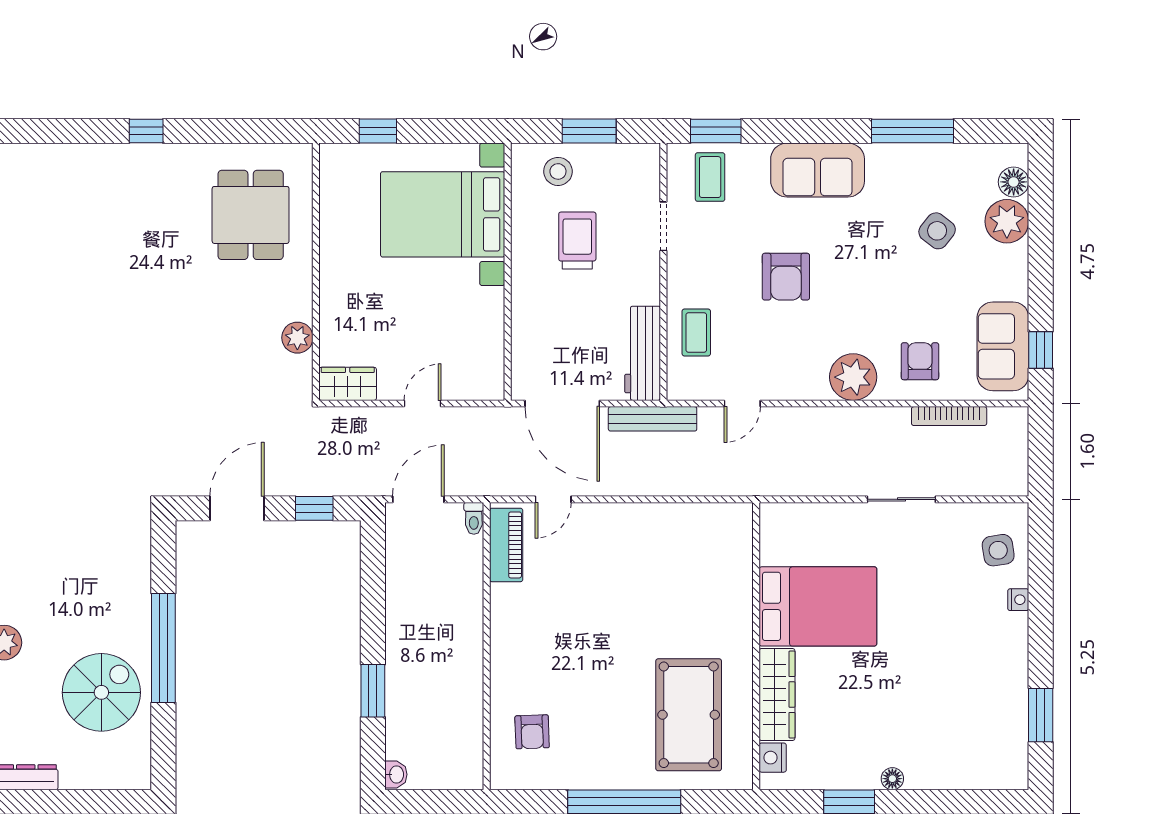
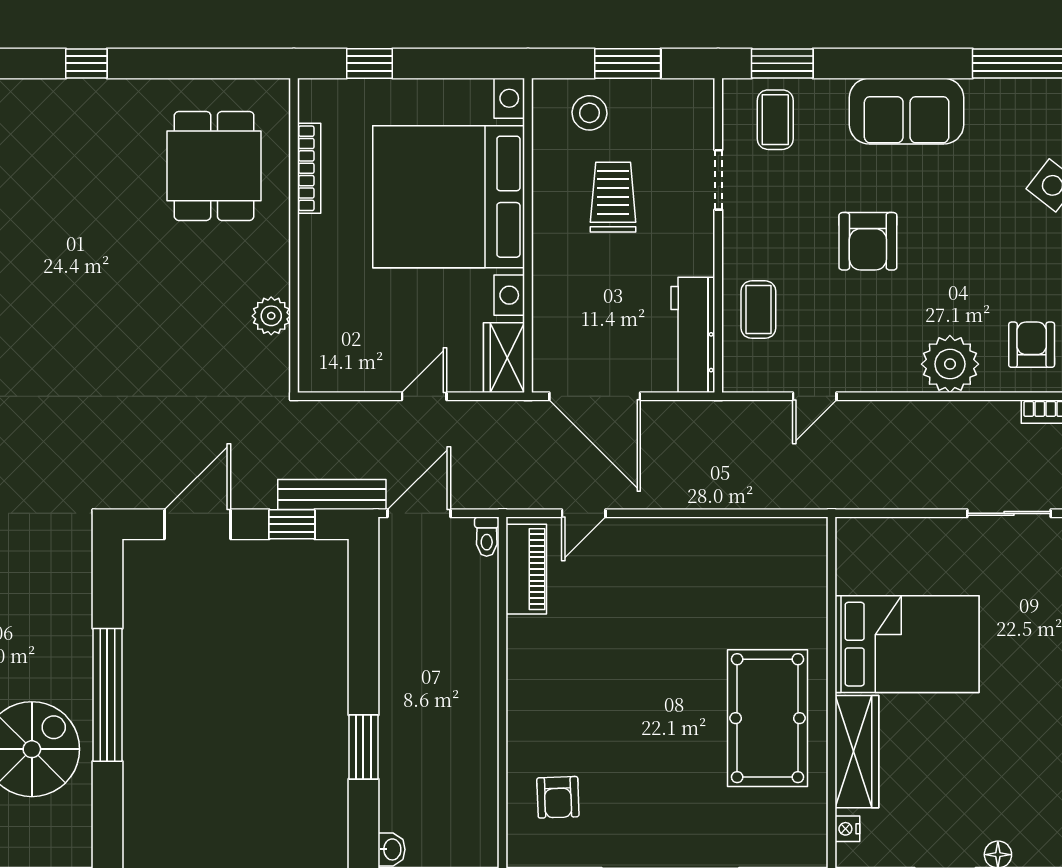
bed with nightstands: (443, 214) -> (449, 197), width x1.36
bookcase: (328, 217) -> (309, 168), added
wardrobe: (348, 384) -> (504, 358), moved, turned -90
bench: (653, 419) -> (332, 495), moved
pool table: (689, 715) -> (767, 718), moved
nightstand: (773, 758) -> (847, 829), width x0.72, depth x0.74

